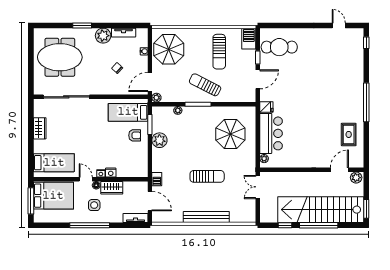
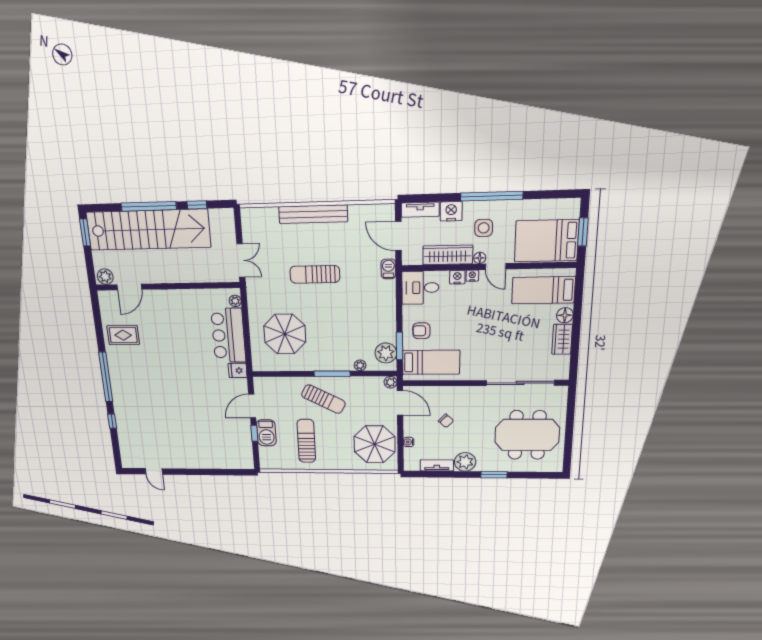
barbecue: (249, 39) -> (266, 433), moved
window: (366, 43) -> (112, 421), moved
cafe table: (279, 47) -> (227, 446), removed
door: (150, 82) -> (400, 403), hinge flipped
rug: (349, 134) -> (123, 335), turned 90
plant: (159, 140) -> (386, 353), moved
floor lamp: (39, 145) -> (565, 315), added
desk: (135, 166) -> (420, 288), added
wardrobe: (112, 188) -> (448, 255), width x1.50
window: (31, 201) -> (583, 232), width x0.69
nightstand: (115, 216) -> (451, 211), added

